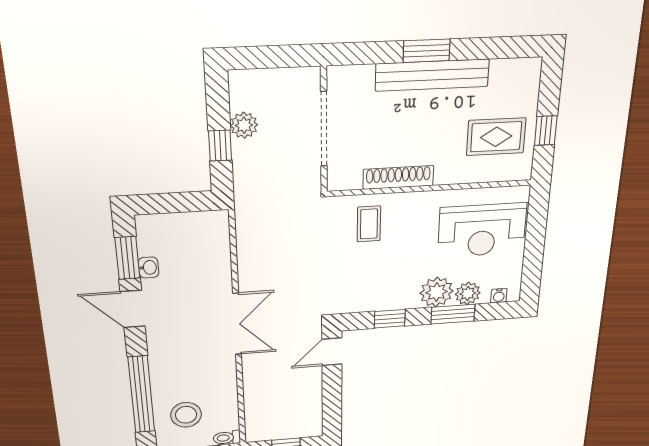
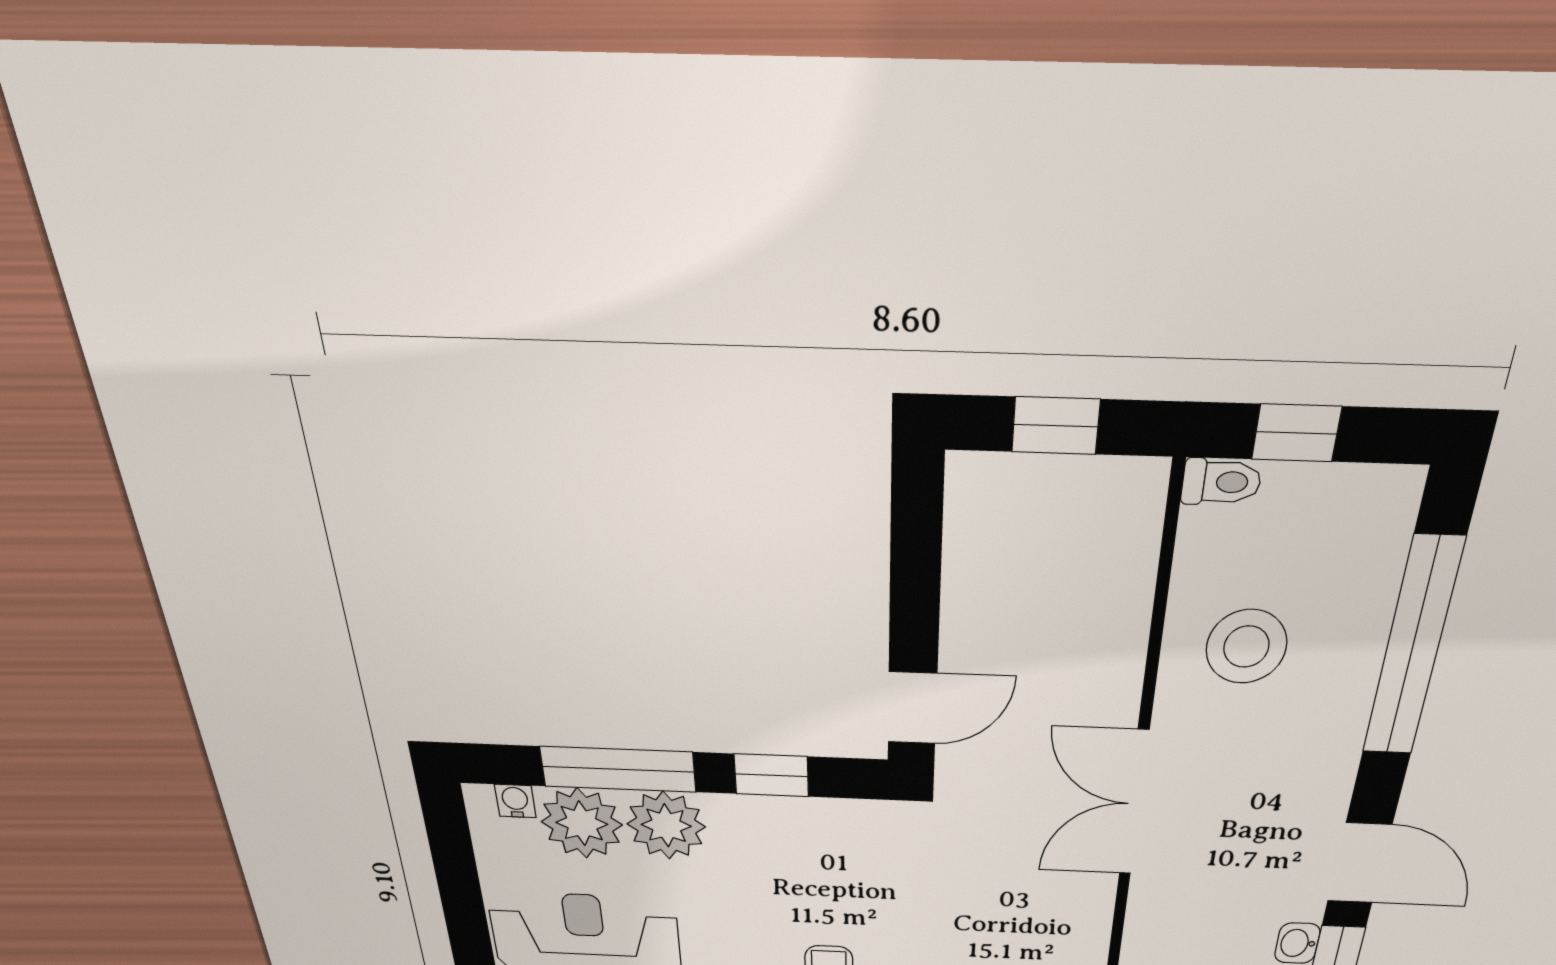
plant: (468, 293) -> (582, 823), width x1.36, depth x1.36
window: (453, 314) -> (618, 769), width x1.44
stool: (186, 415) -> (1246, 647), moved

